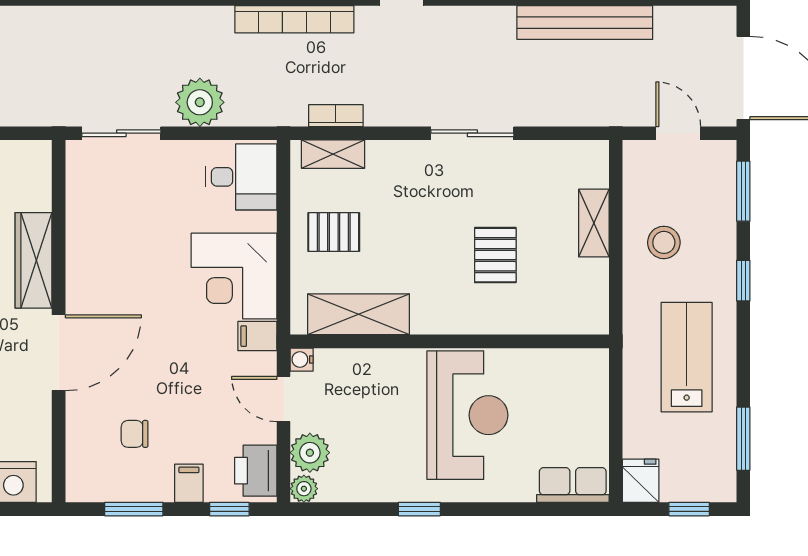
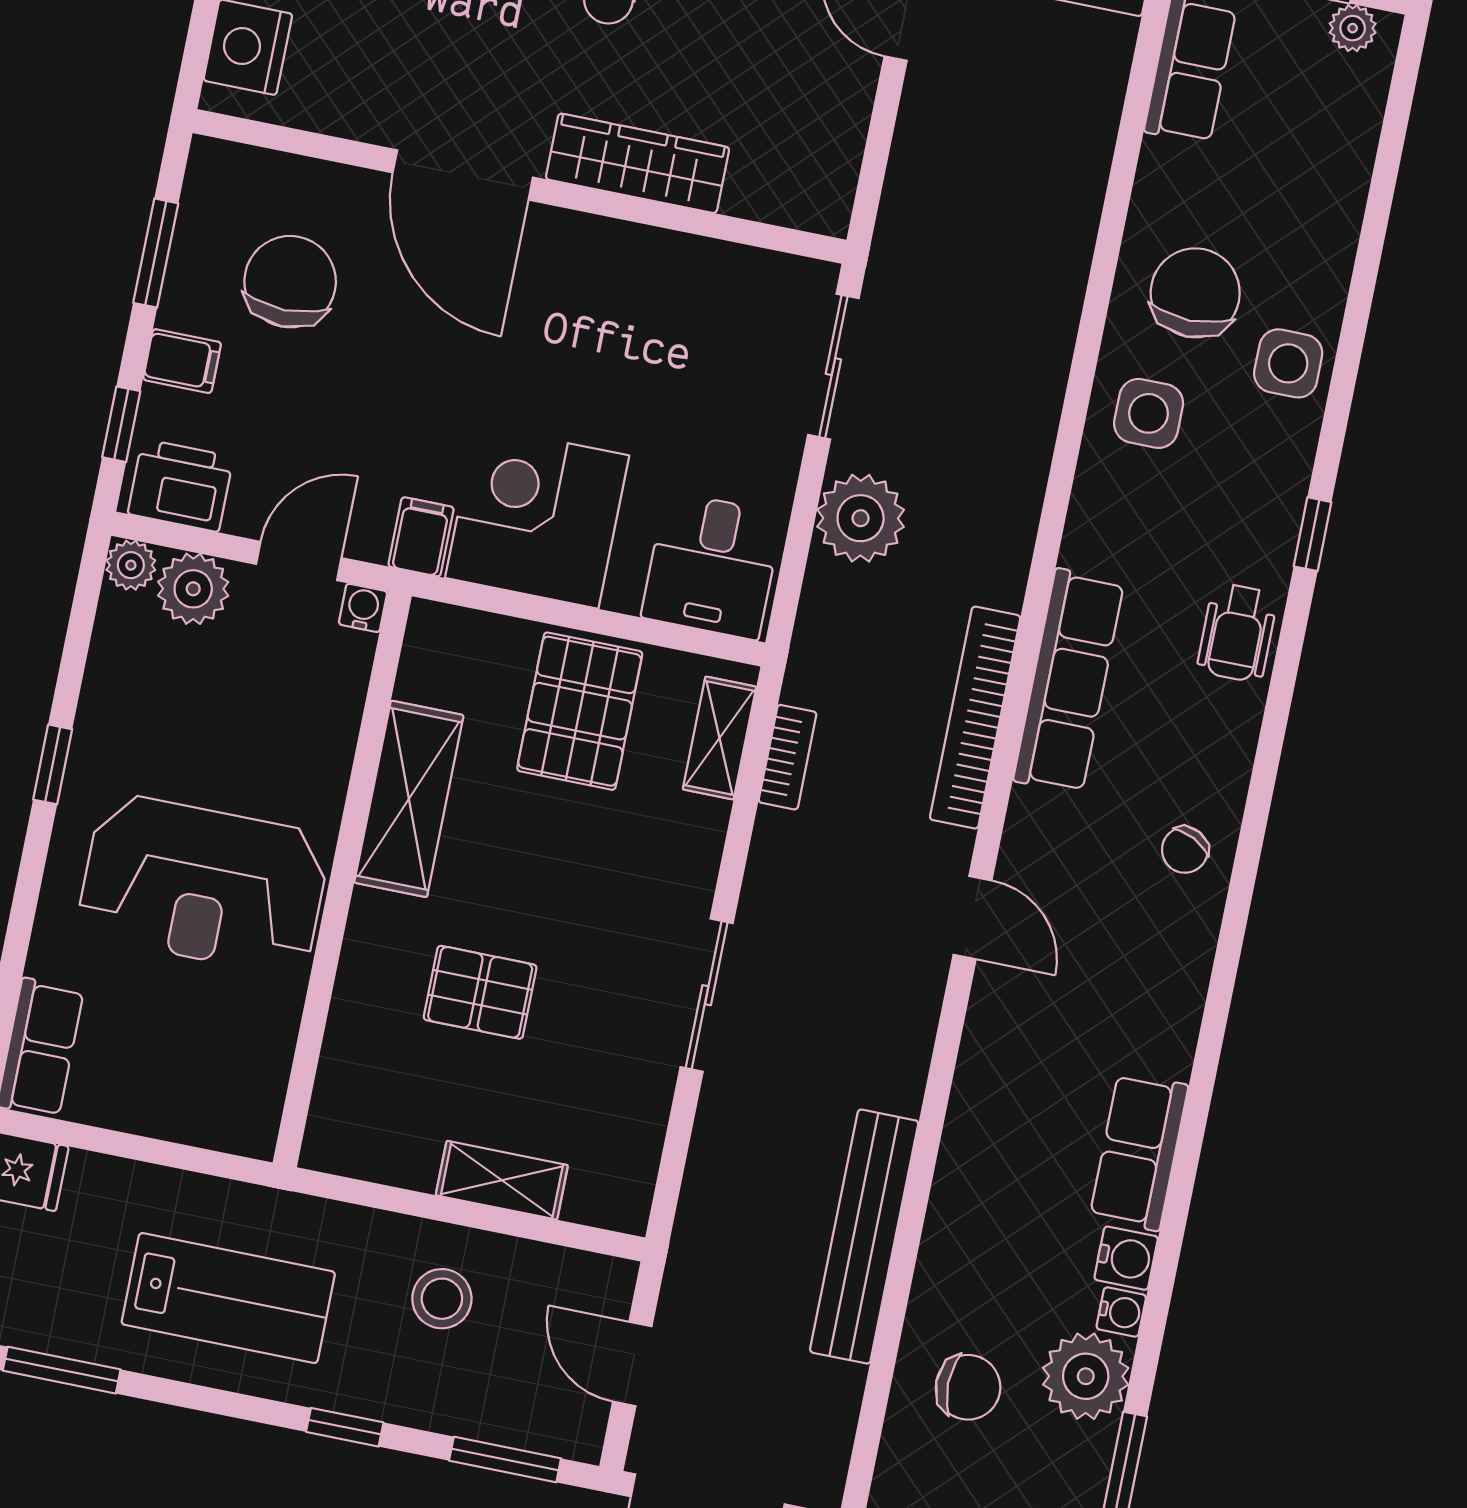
door: (678, 133) -> (632, 1364), swing flipped
pallet: (334, 232) -> (580, 711), width x1.50, depth x1.42
shelving: (359, 314) -> (409, 799), moved
chair: (135, 434) -> (290, 282), width x1.87, depth x1.87

